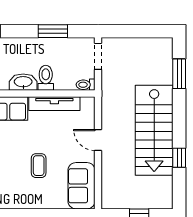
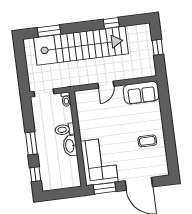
window: (53, 31) -> (31, 143), moved
tv unit: (54, 104) -> (83, 121), removed
stairs: (154, 130) -> (81, 46), width x1.36
coffee table: (39, 166) -> (147, 141), moved

